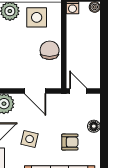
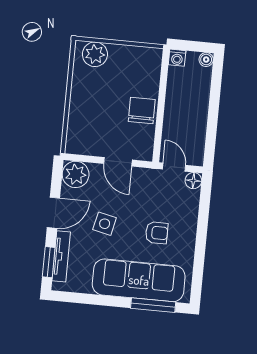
side table: (37, 17) -> (129, 66), removed
floor lamp: (94, 126) -> (193, 181), moved

